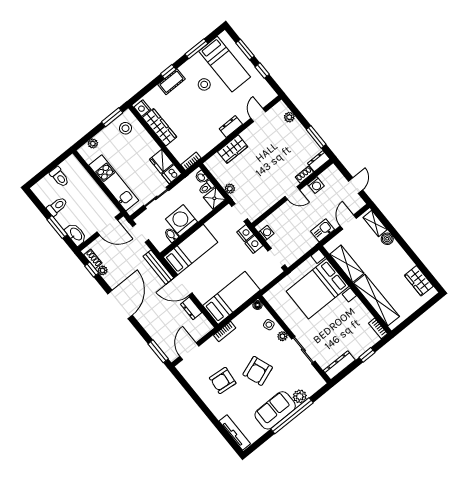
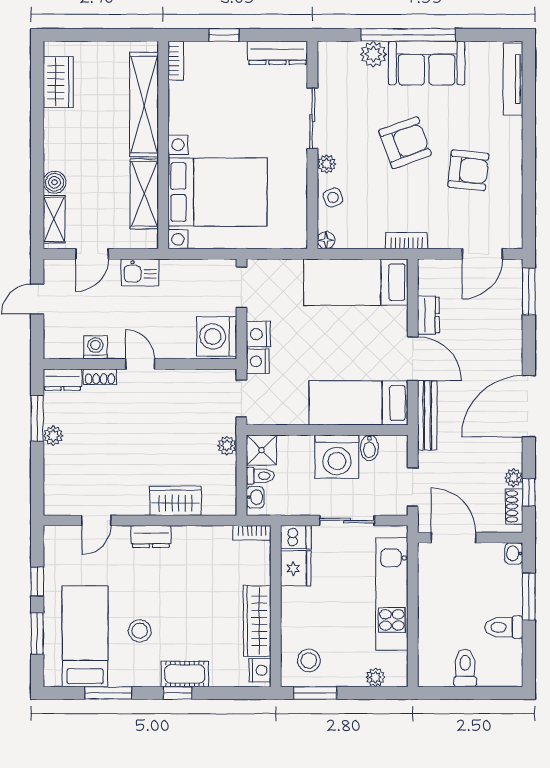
plant: (289, 117) -> (53, 436), moved
washing machine: (266, 233) -> (217, 336), width x1.89, depth x1.89
washbasin: (76, 234) -> (514, 553), width x0.52, depth x0.69

